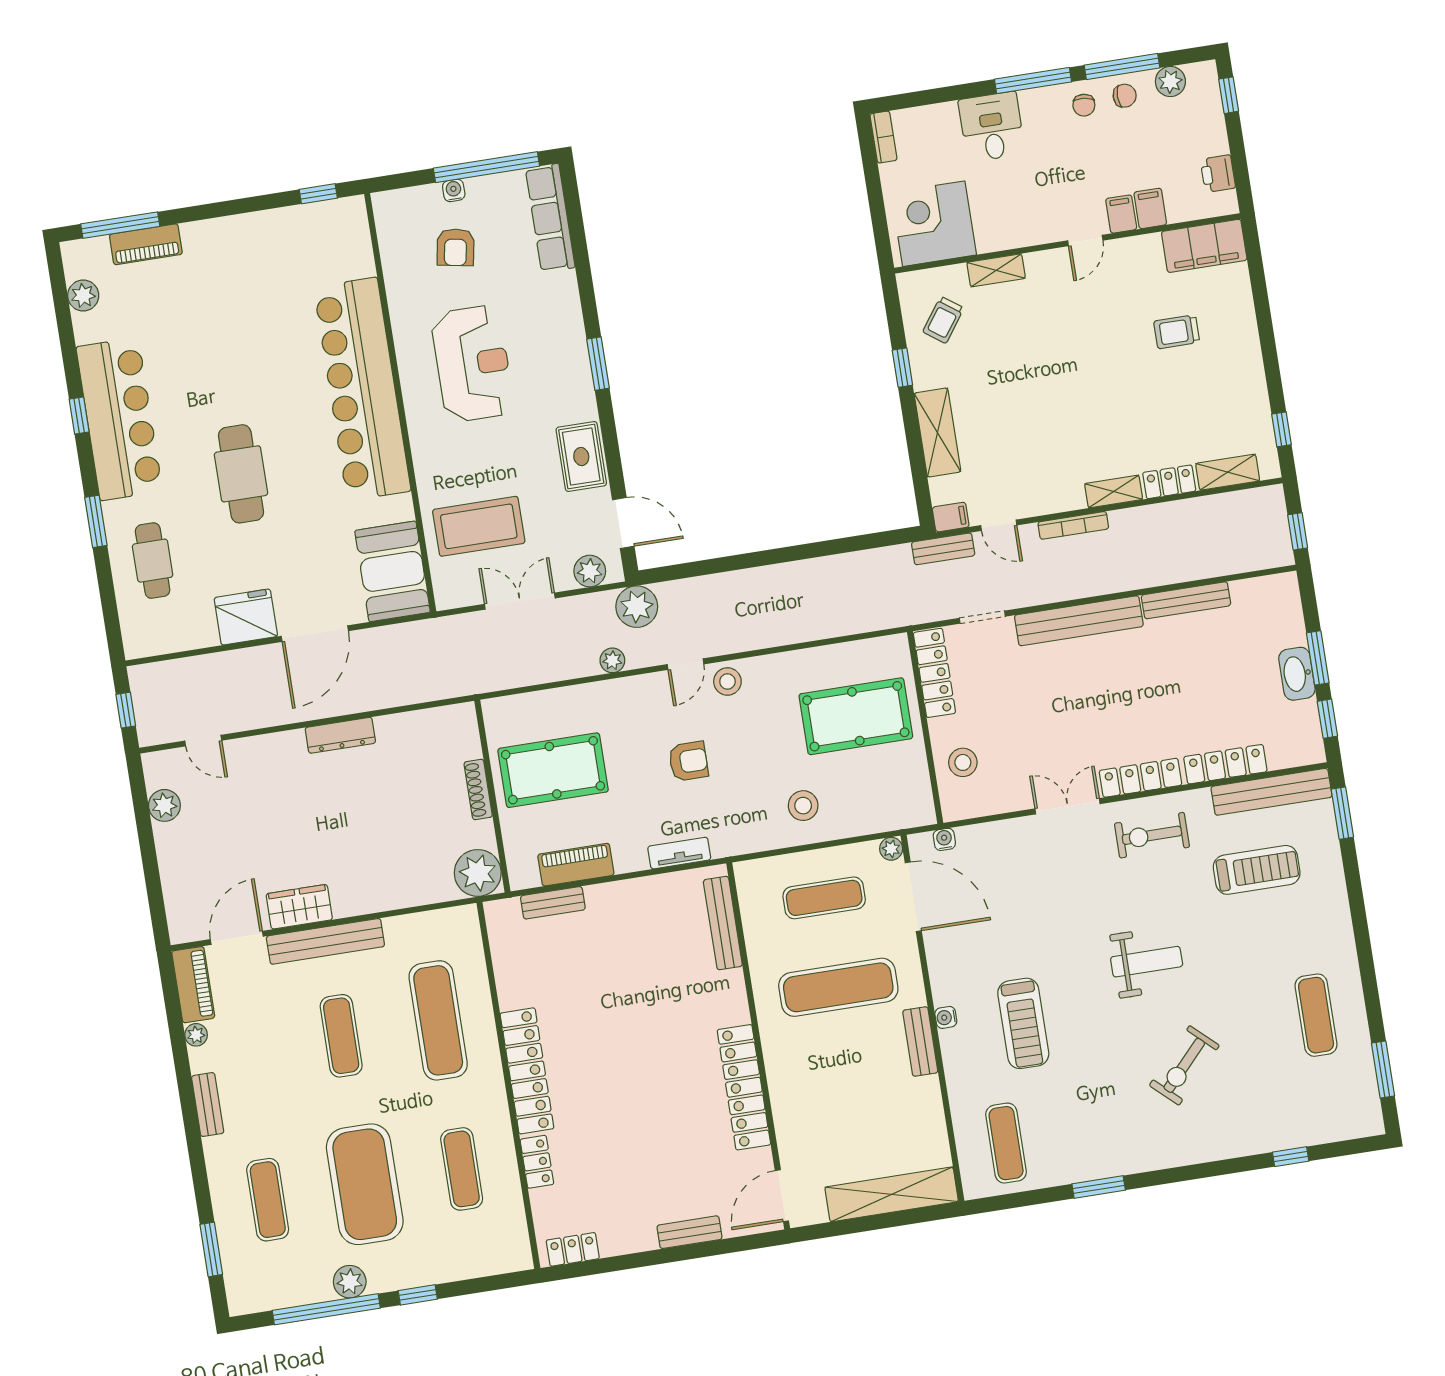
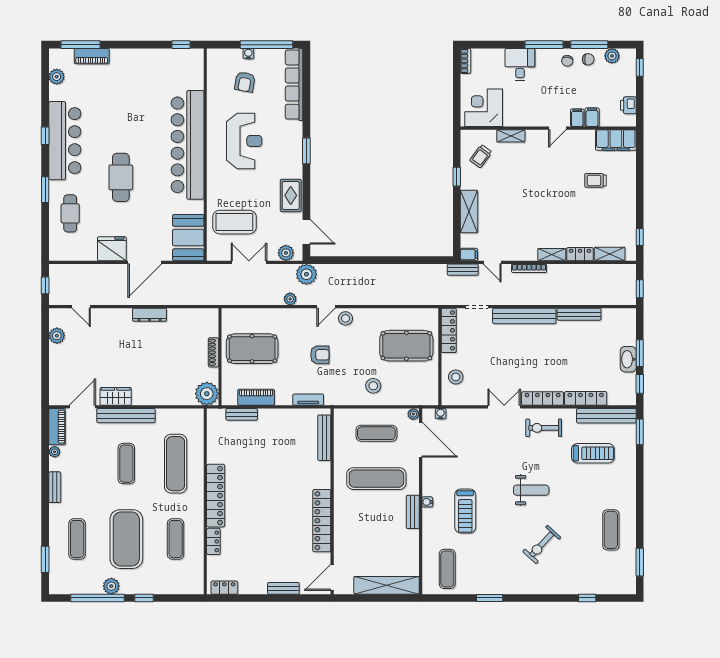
row of seats: (550, 218) -> (294, 85), width x1.36

